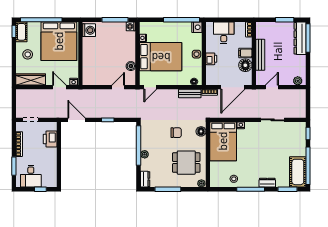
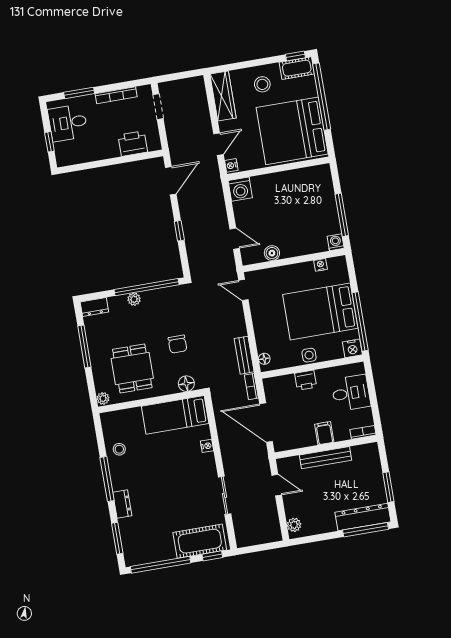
washing machine: (89, 30) -> (240, 189), moved
bed: (161, 57) -> (320, 311), moved, turned 90
floor lamp: (245, 65) -> (305, 437), removed
bed: (223, 141) -> (175, 415), width x0.67
cot: (298, 172) -> (200, 541), moved

